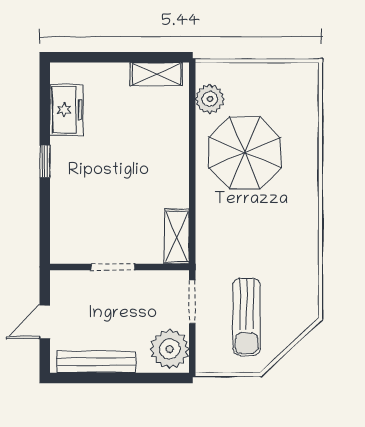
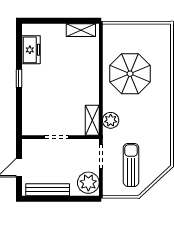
plant: (210, 99) -> (111, 120), moved
sun lounger: (247, 317) -> (131, 165), turned 180

